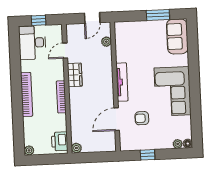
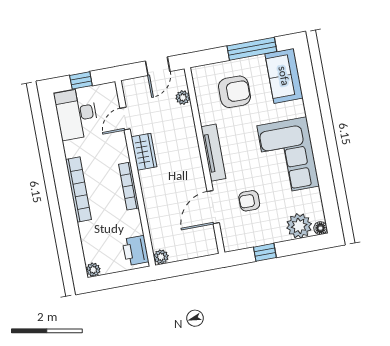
window: (158, 15) -> (252, 49), width x1.44
armchair: (142, 43) -> (234, 92), added
plant: (178, 144) -> (299, 226), width x1.87, depth x1.87

